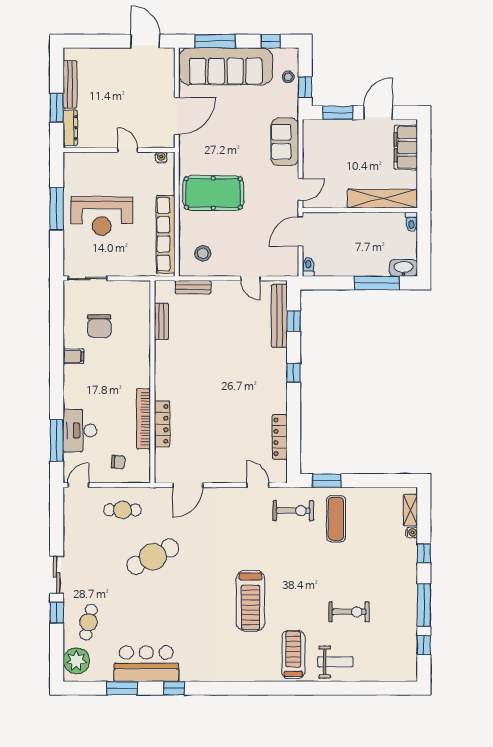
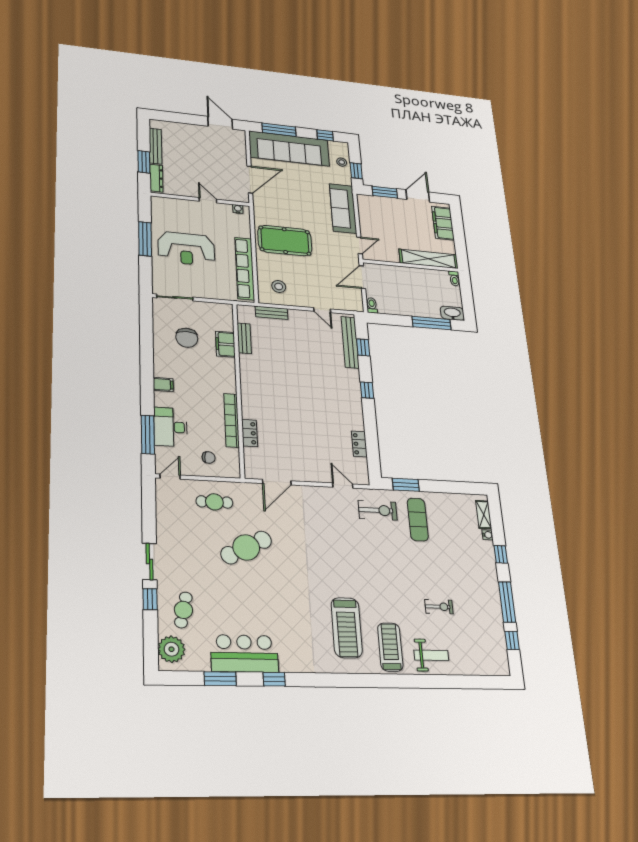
sofa: (285, 142) -> (343, 208), width x1.36
filing cabinet: (140, 330) -> (225, 344), added
filing cabinet: (73, 356) -> (163, 384), moved
locker: (162, 424) -> (250, 433), width x0.66
locker: (280, 437) -> (359, 444), width x0.66
treadmill: (250, 601) -> (347, 628), moved
exercise bike: (349, 612) -> (439, 607), width x0.73, depth x0.72

